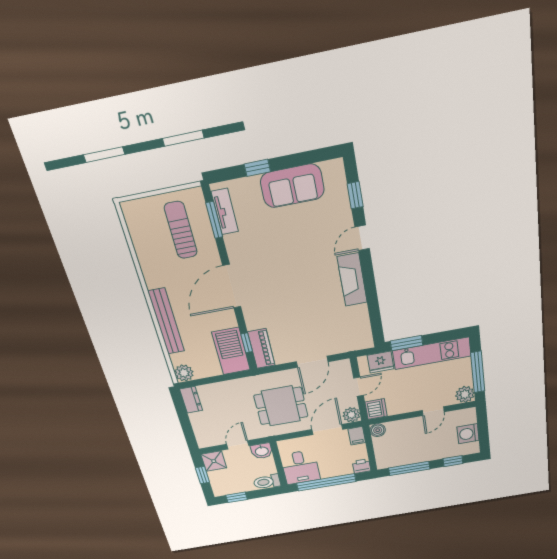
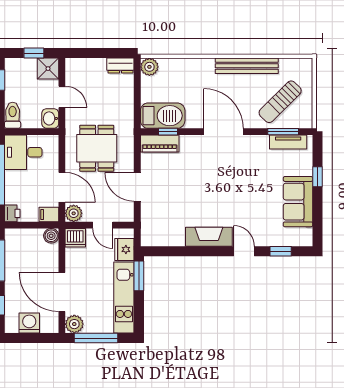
sun lounger: (181, 230) -> (280, 102), turned 135
bench: (166, 322) -> (247, 66), moved
door: (433, 411) -> (62, 292), width x1.87

